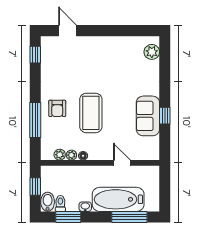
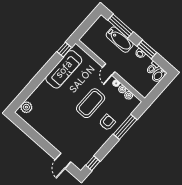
sofa: (148, 116) -> (64, 69), width x1.36
window: (165, 116) -> (64, 50), moved
door: (122, 163) -> (109, 69), moved
window: (35, 187) -> (158, 90), removed
bathtub: (118, 199) -> (120, 40), width x0.73, depth x0.73
window: (68, 217) -> (147, 49), moved

